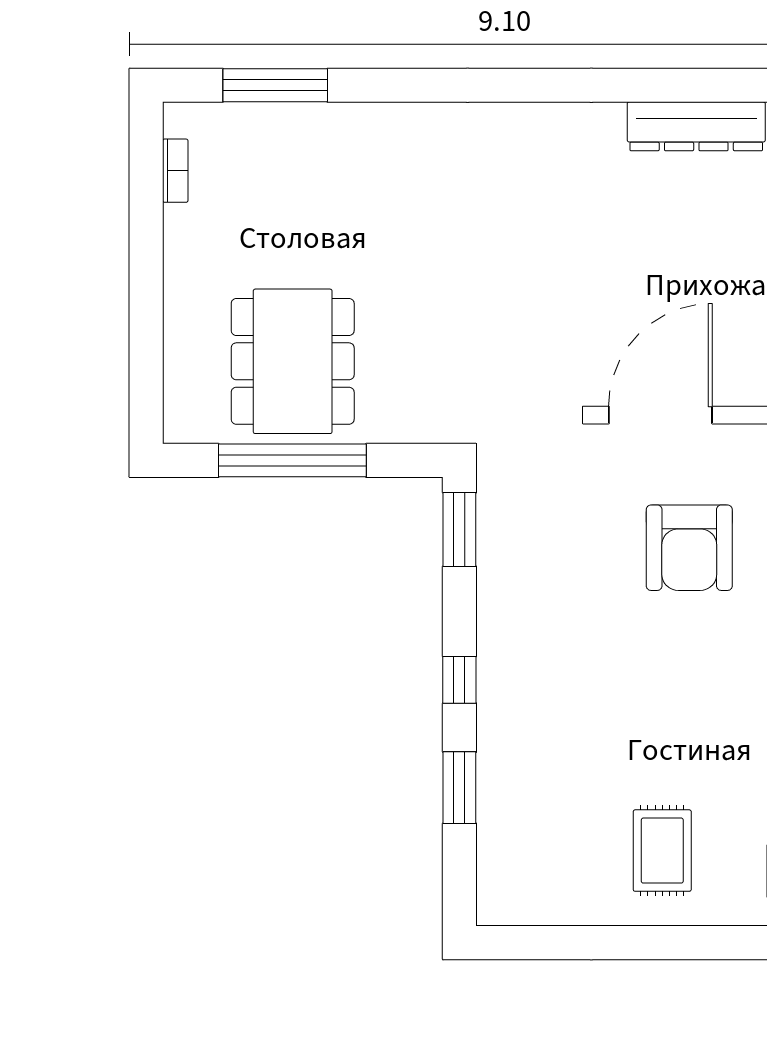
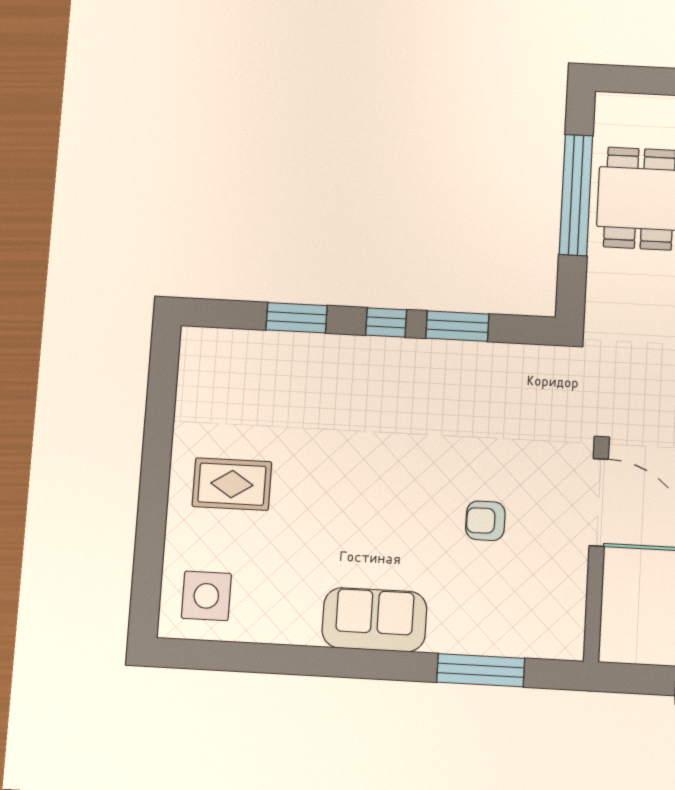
window: (459, 529) -> (457, 326), moved
armchair: (689, 548) -> (485, 521), width x0.53, depth x0.53

